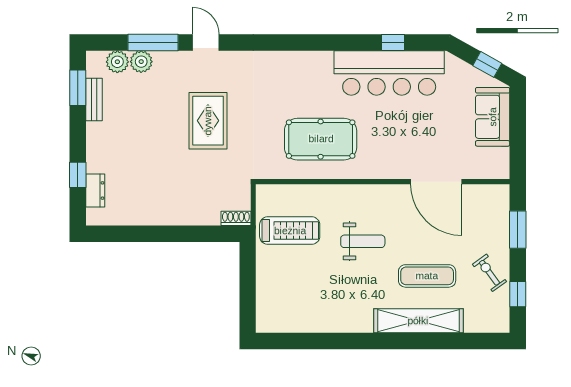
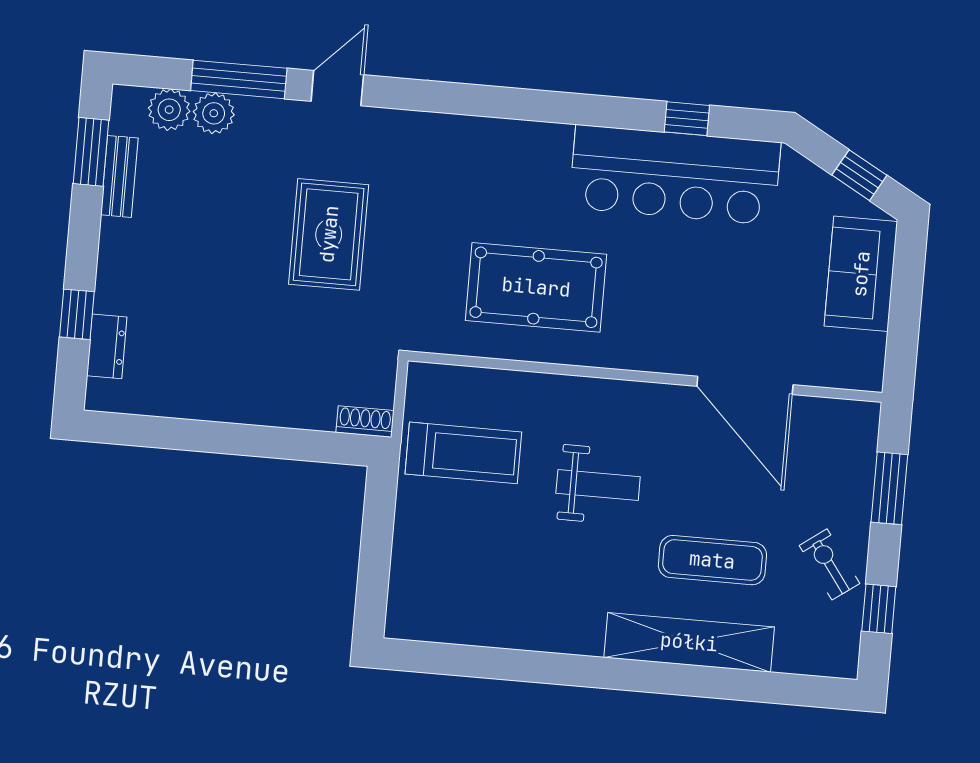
door: (206, 42) -> (337, 88), hinge flipped

